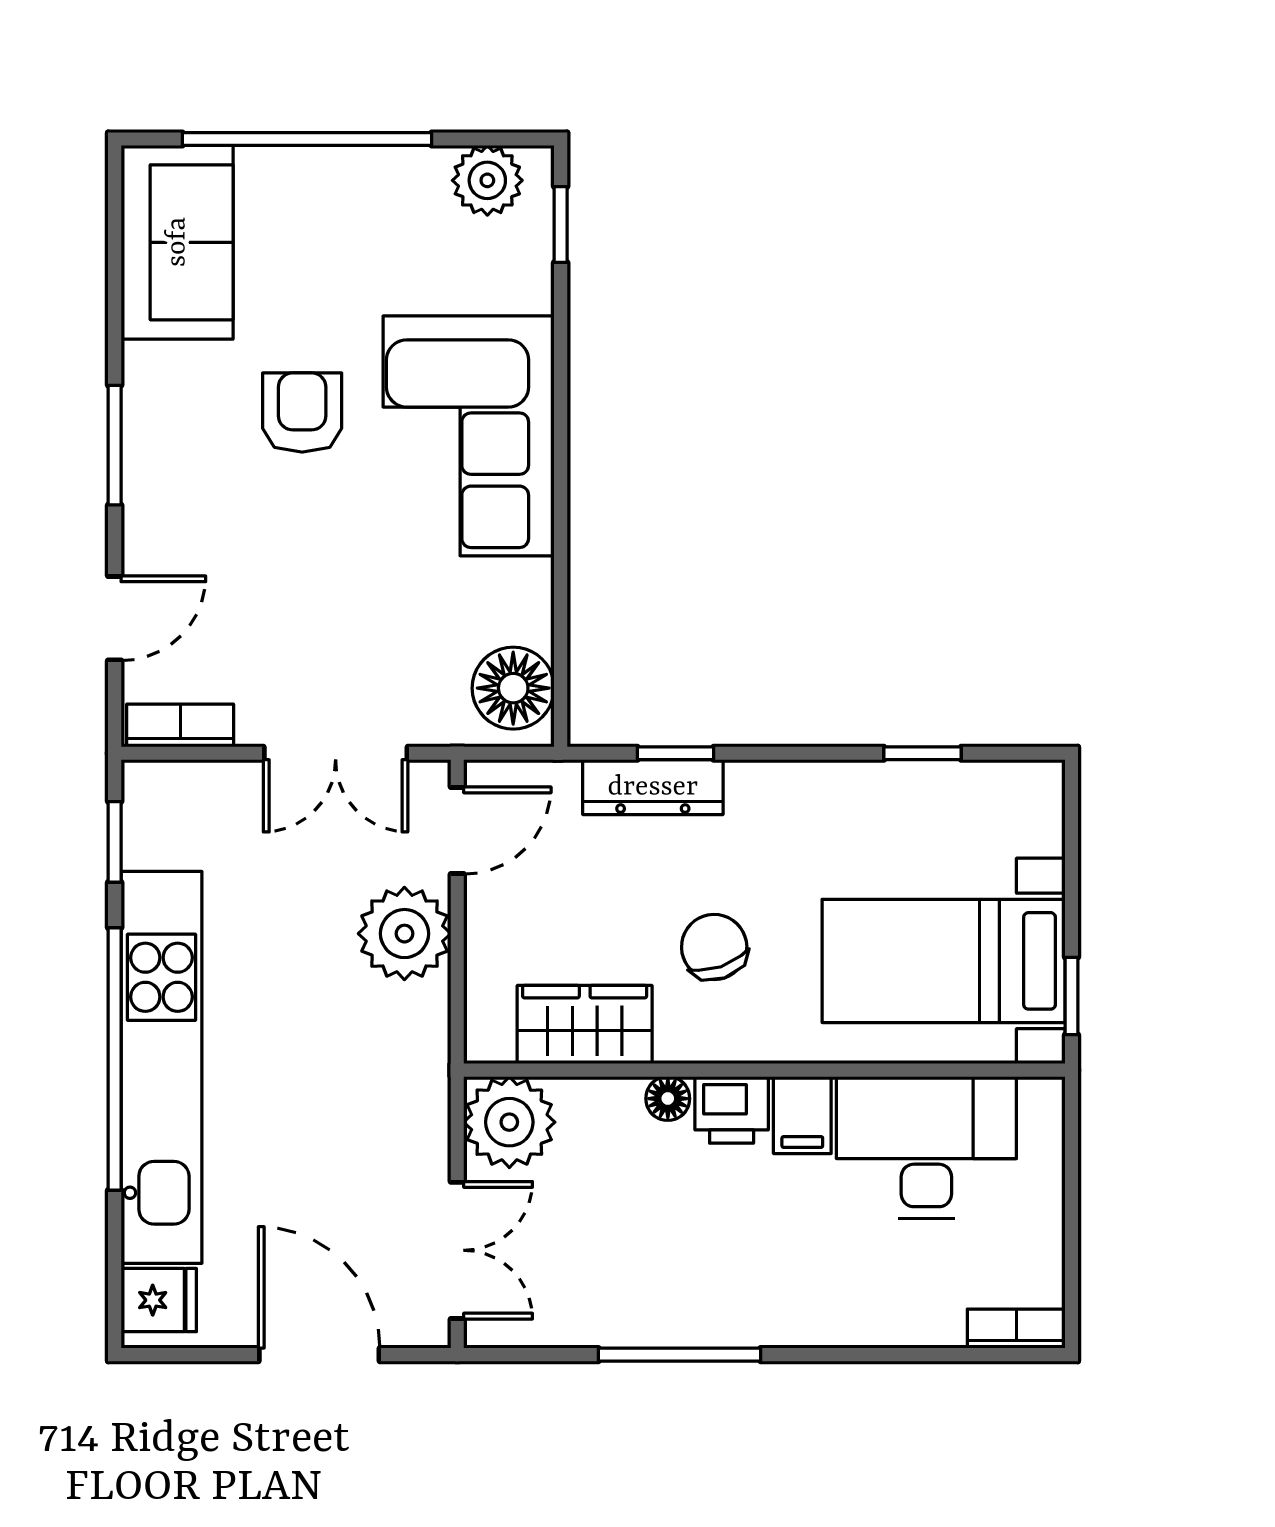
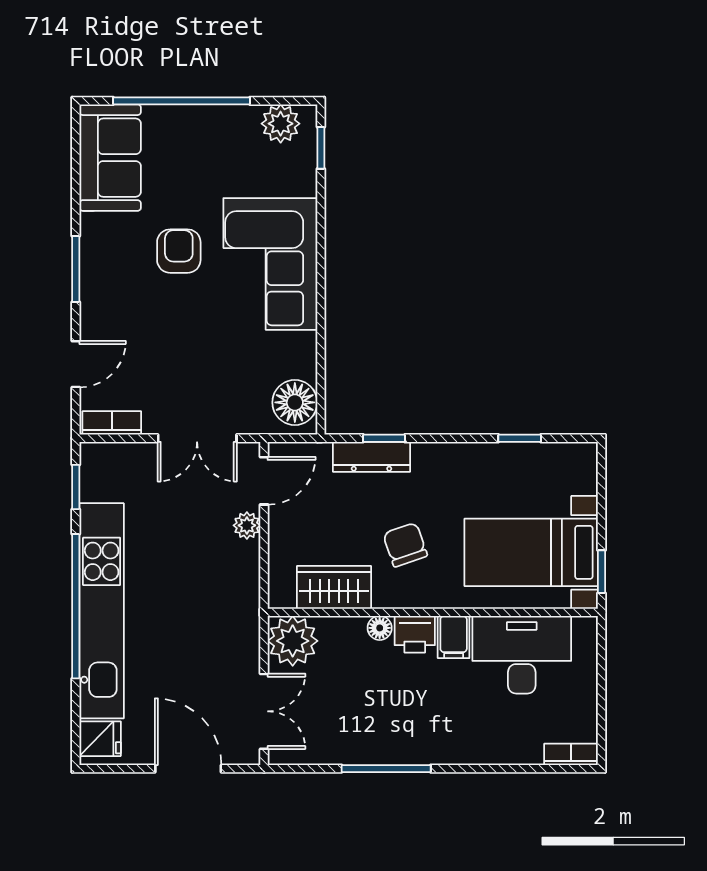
plant: (404, 934) -> (247, 525), width x0.53, depth x0.53

